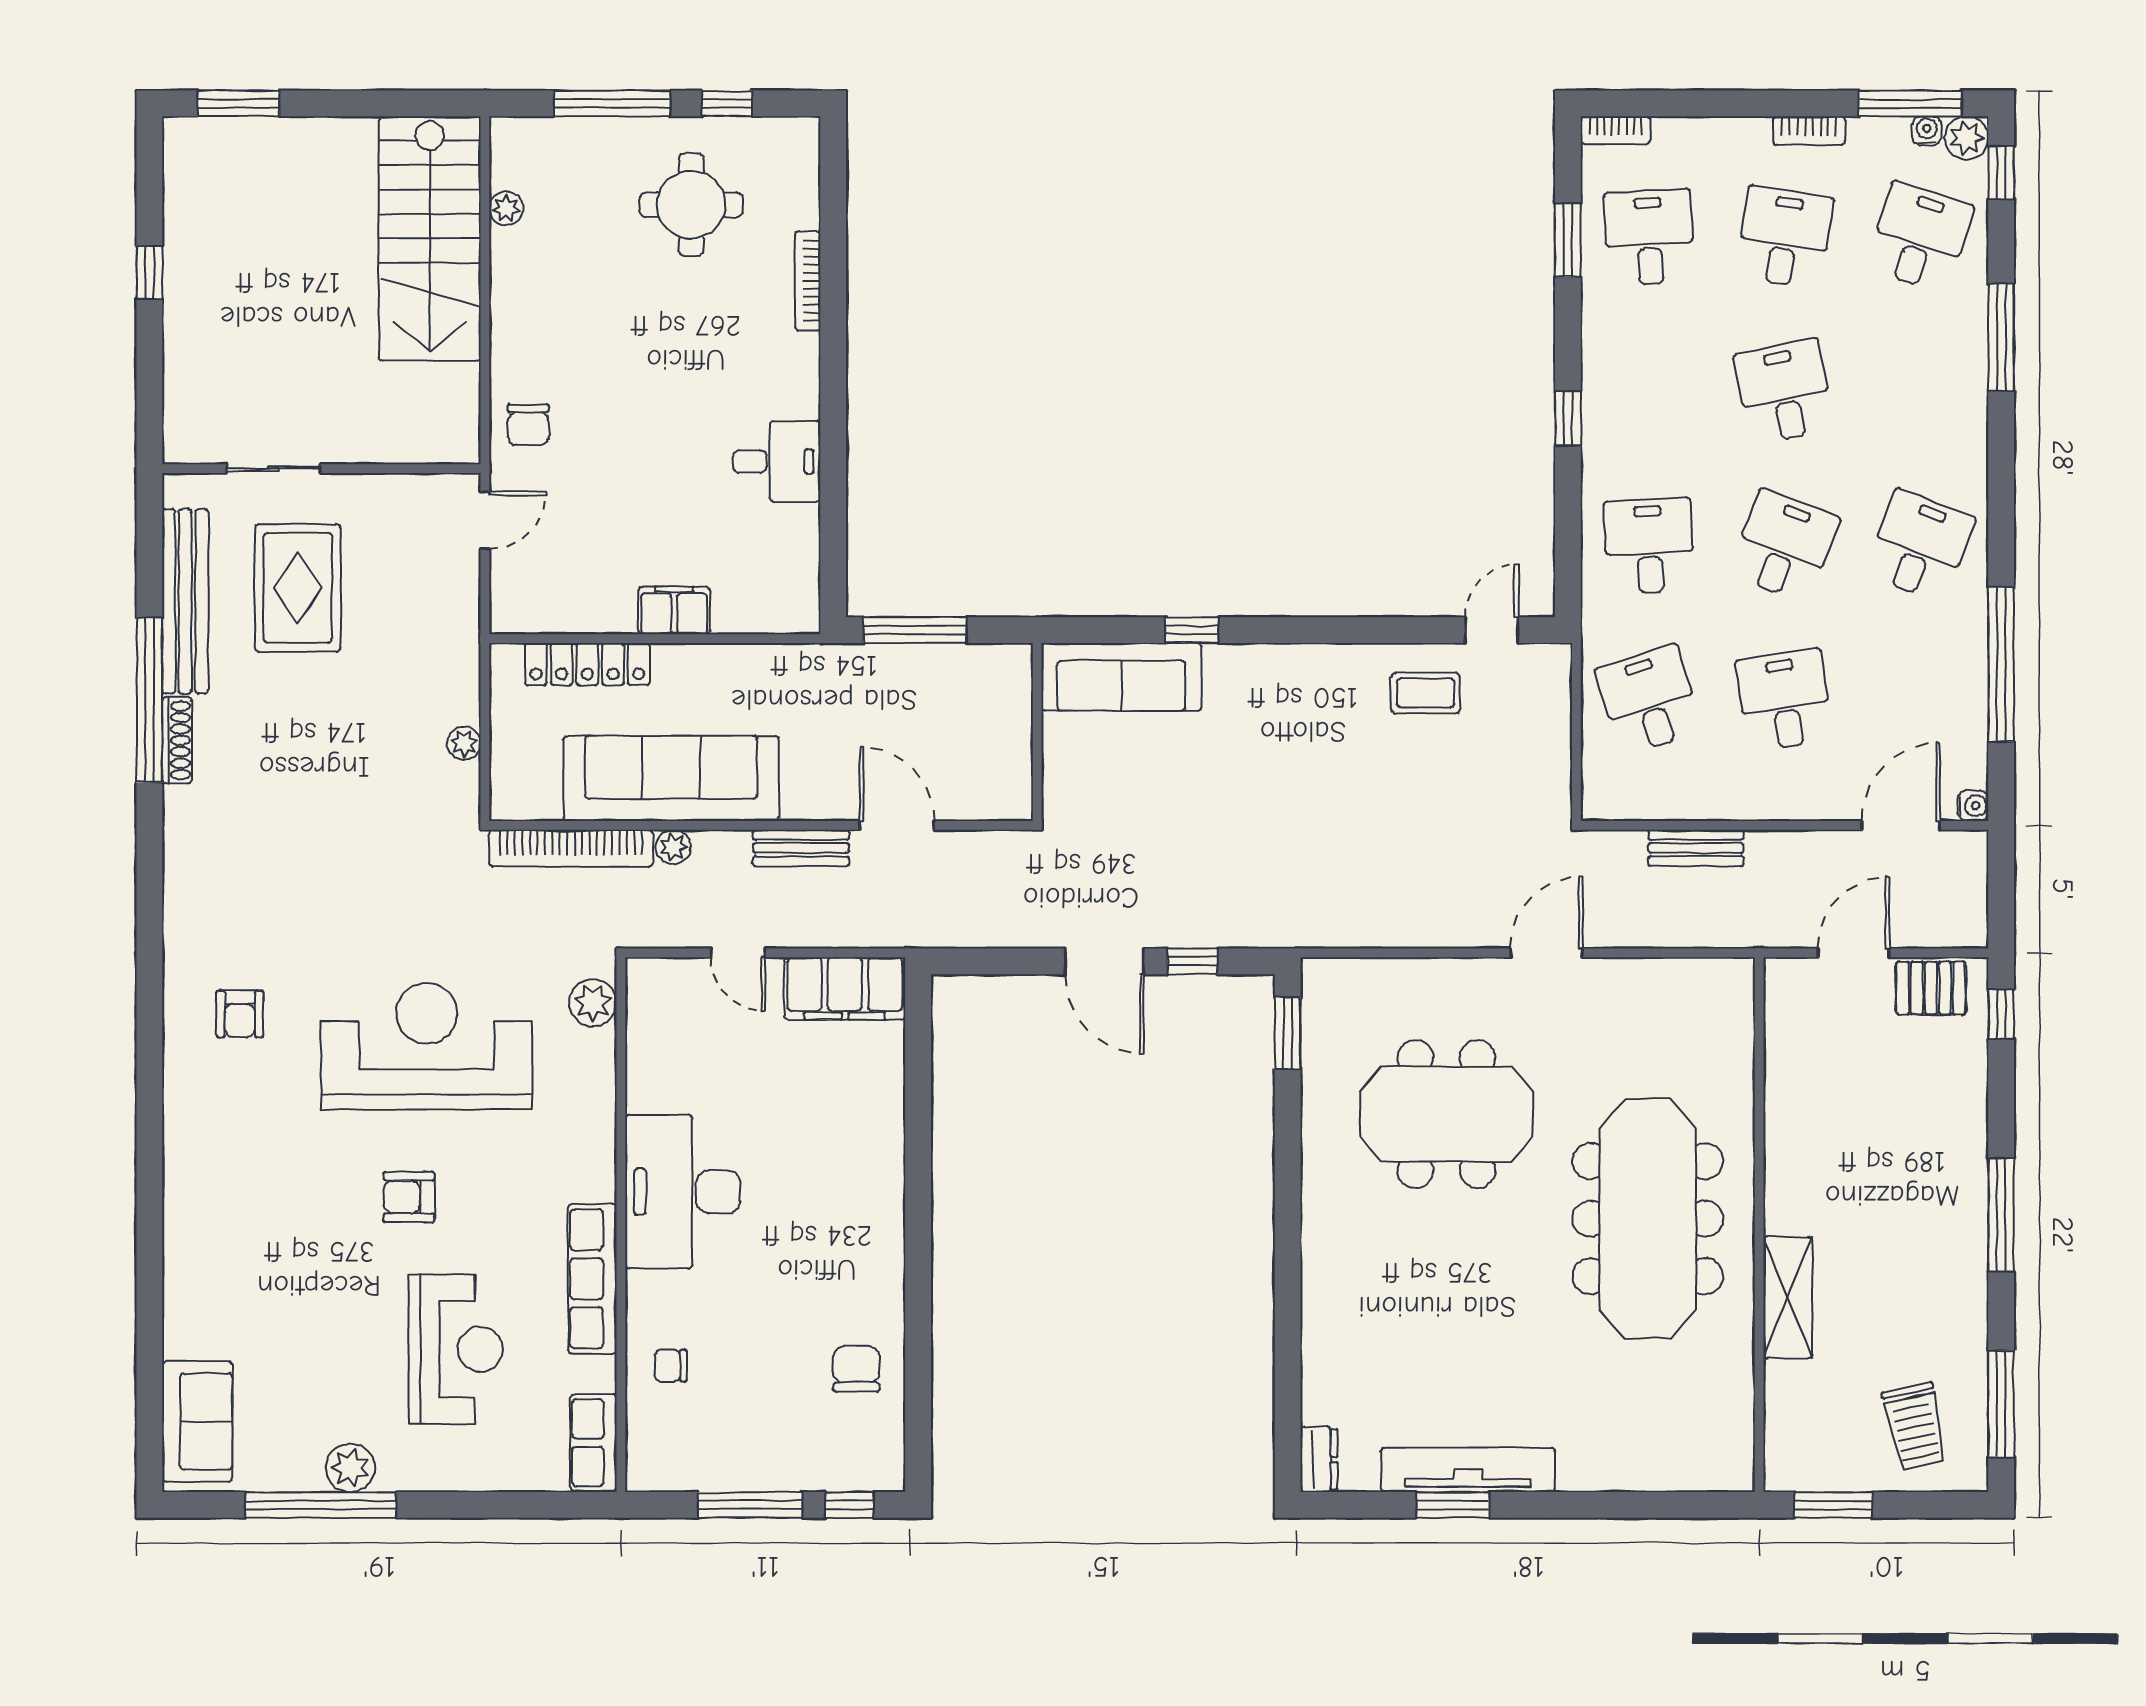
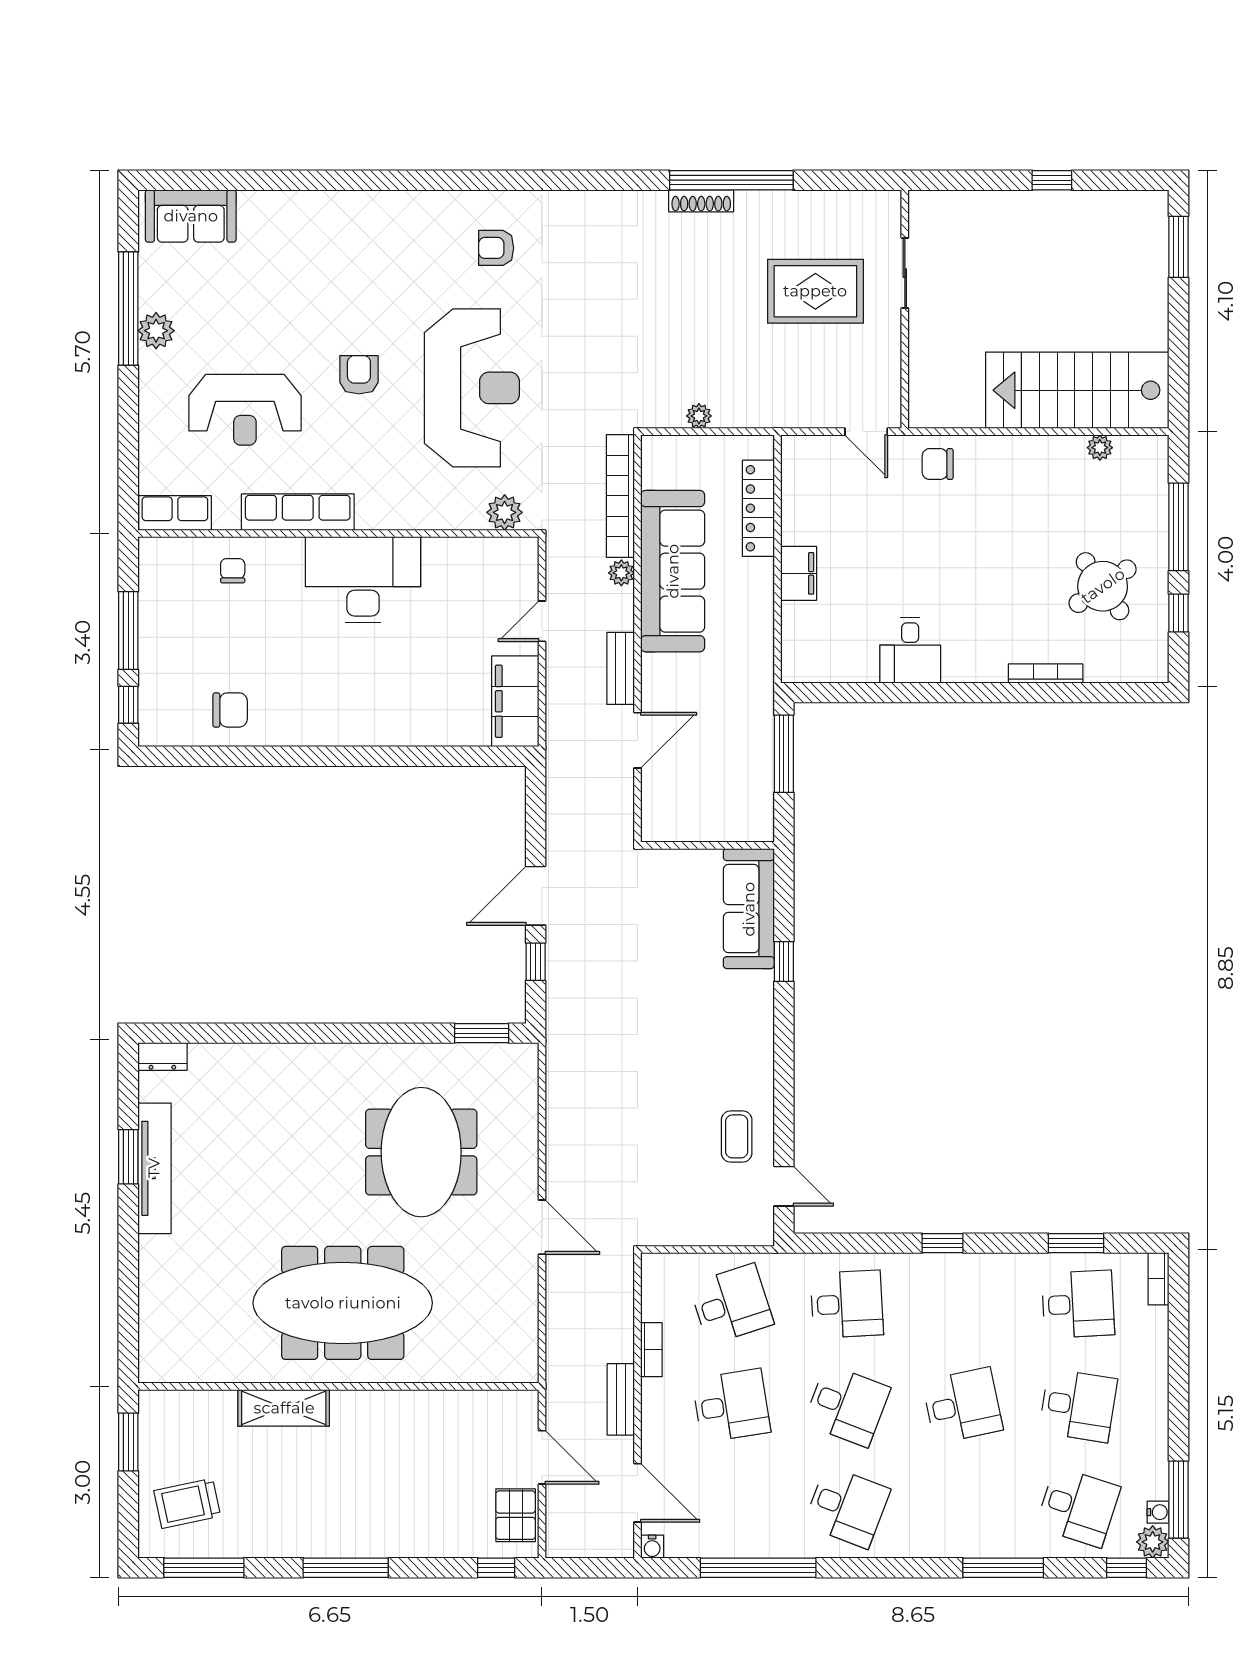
bookcase: (1809, 131) -> (651, 1350), moved, turned 180
round table: (691, 205) -> (1103, 586), turned -35
bench: (185, 601) -> (805, 207), removed
bench: (1696, 848) -> (621, 1399), moved

